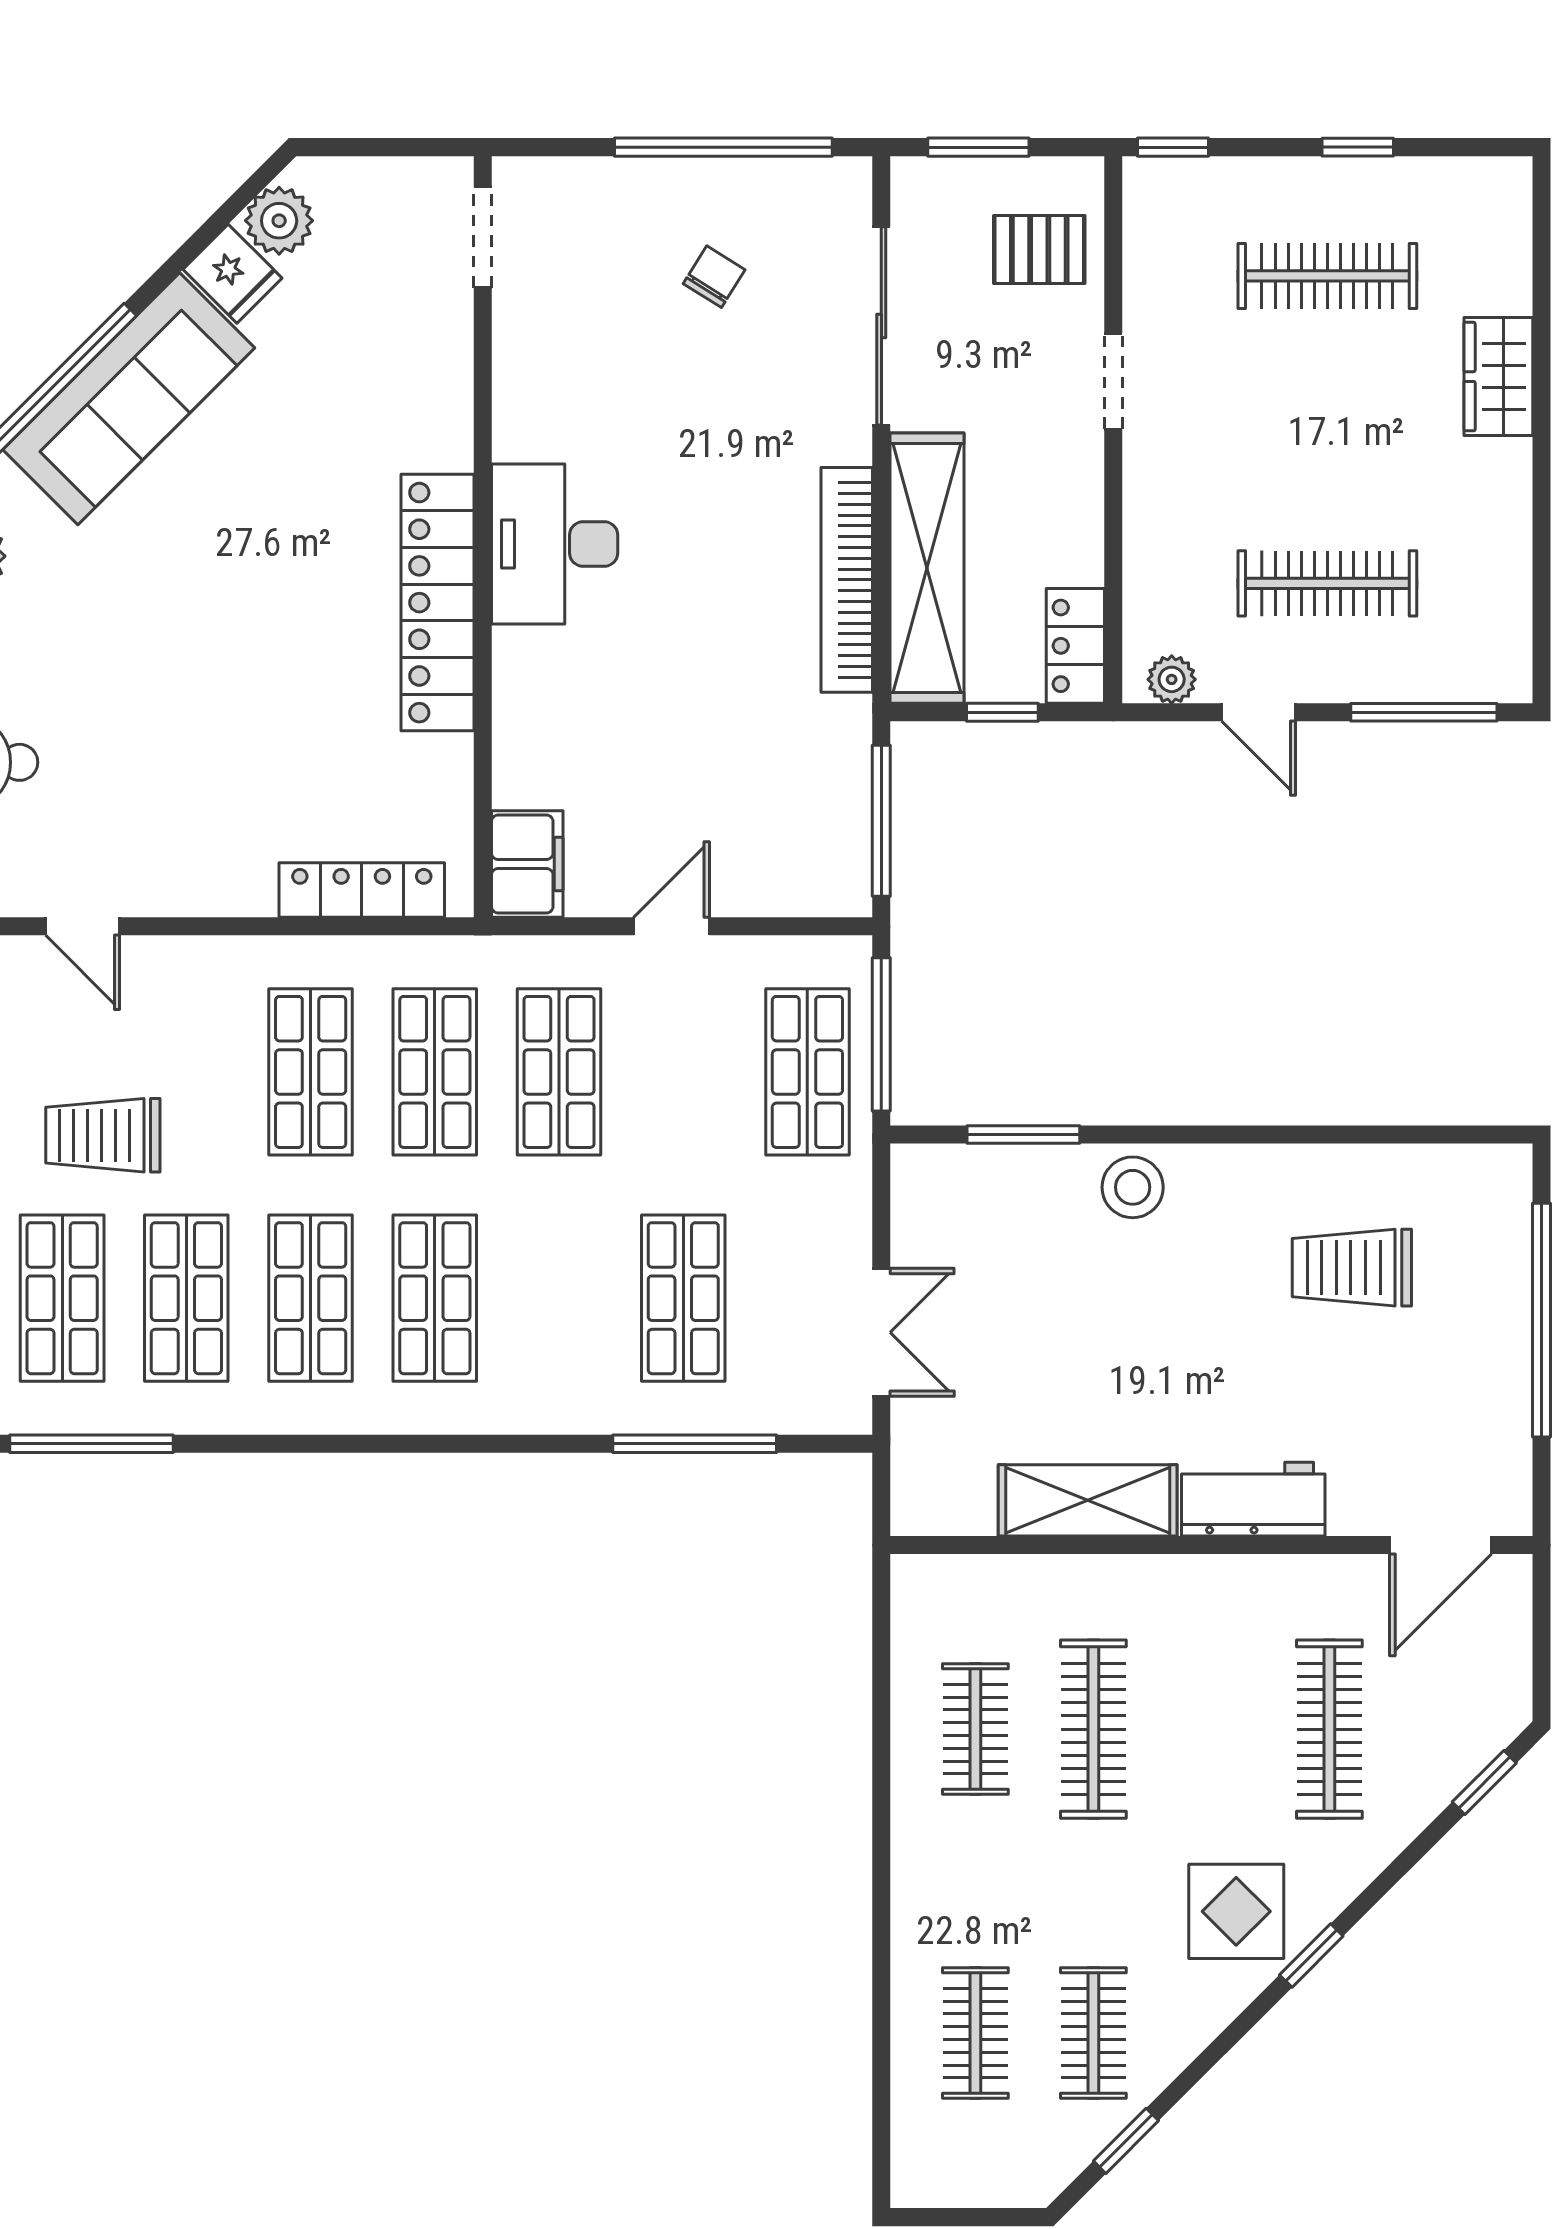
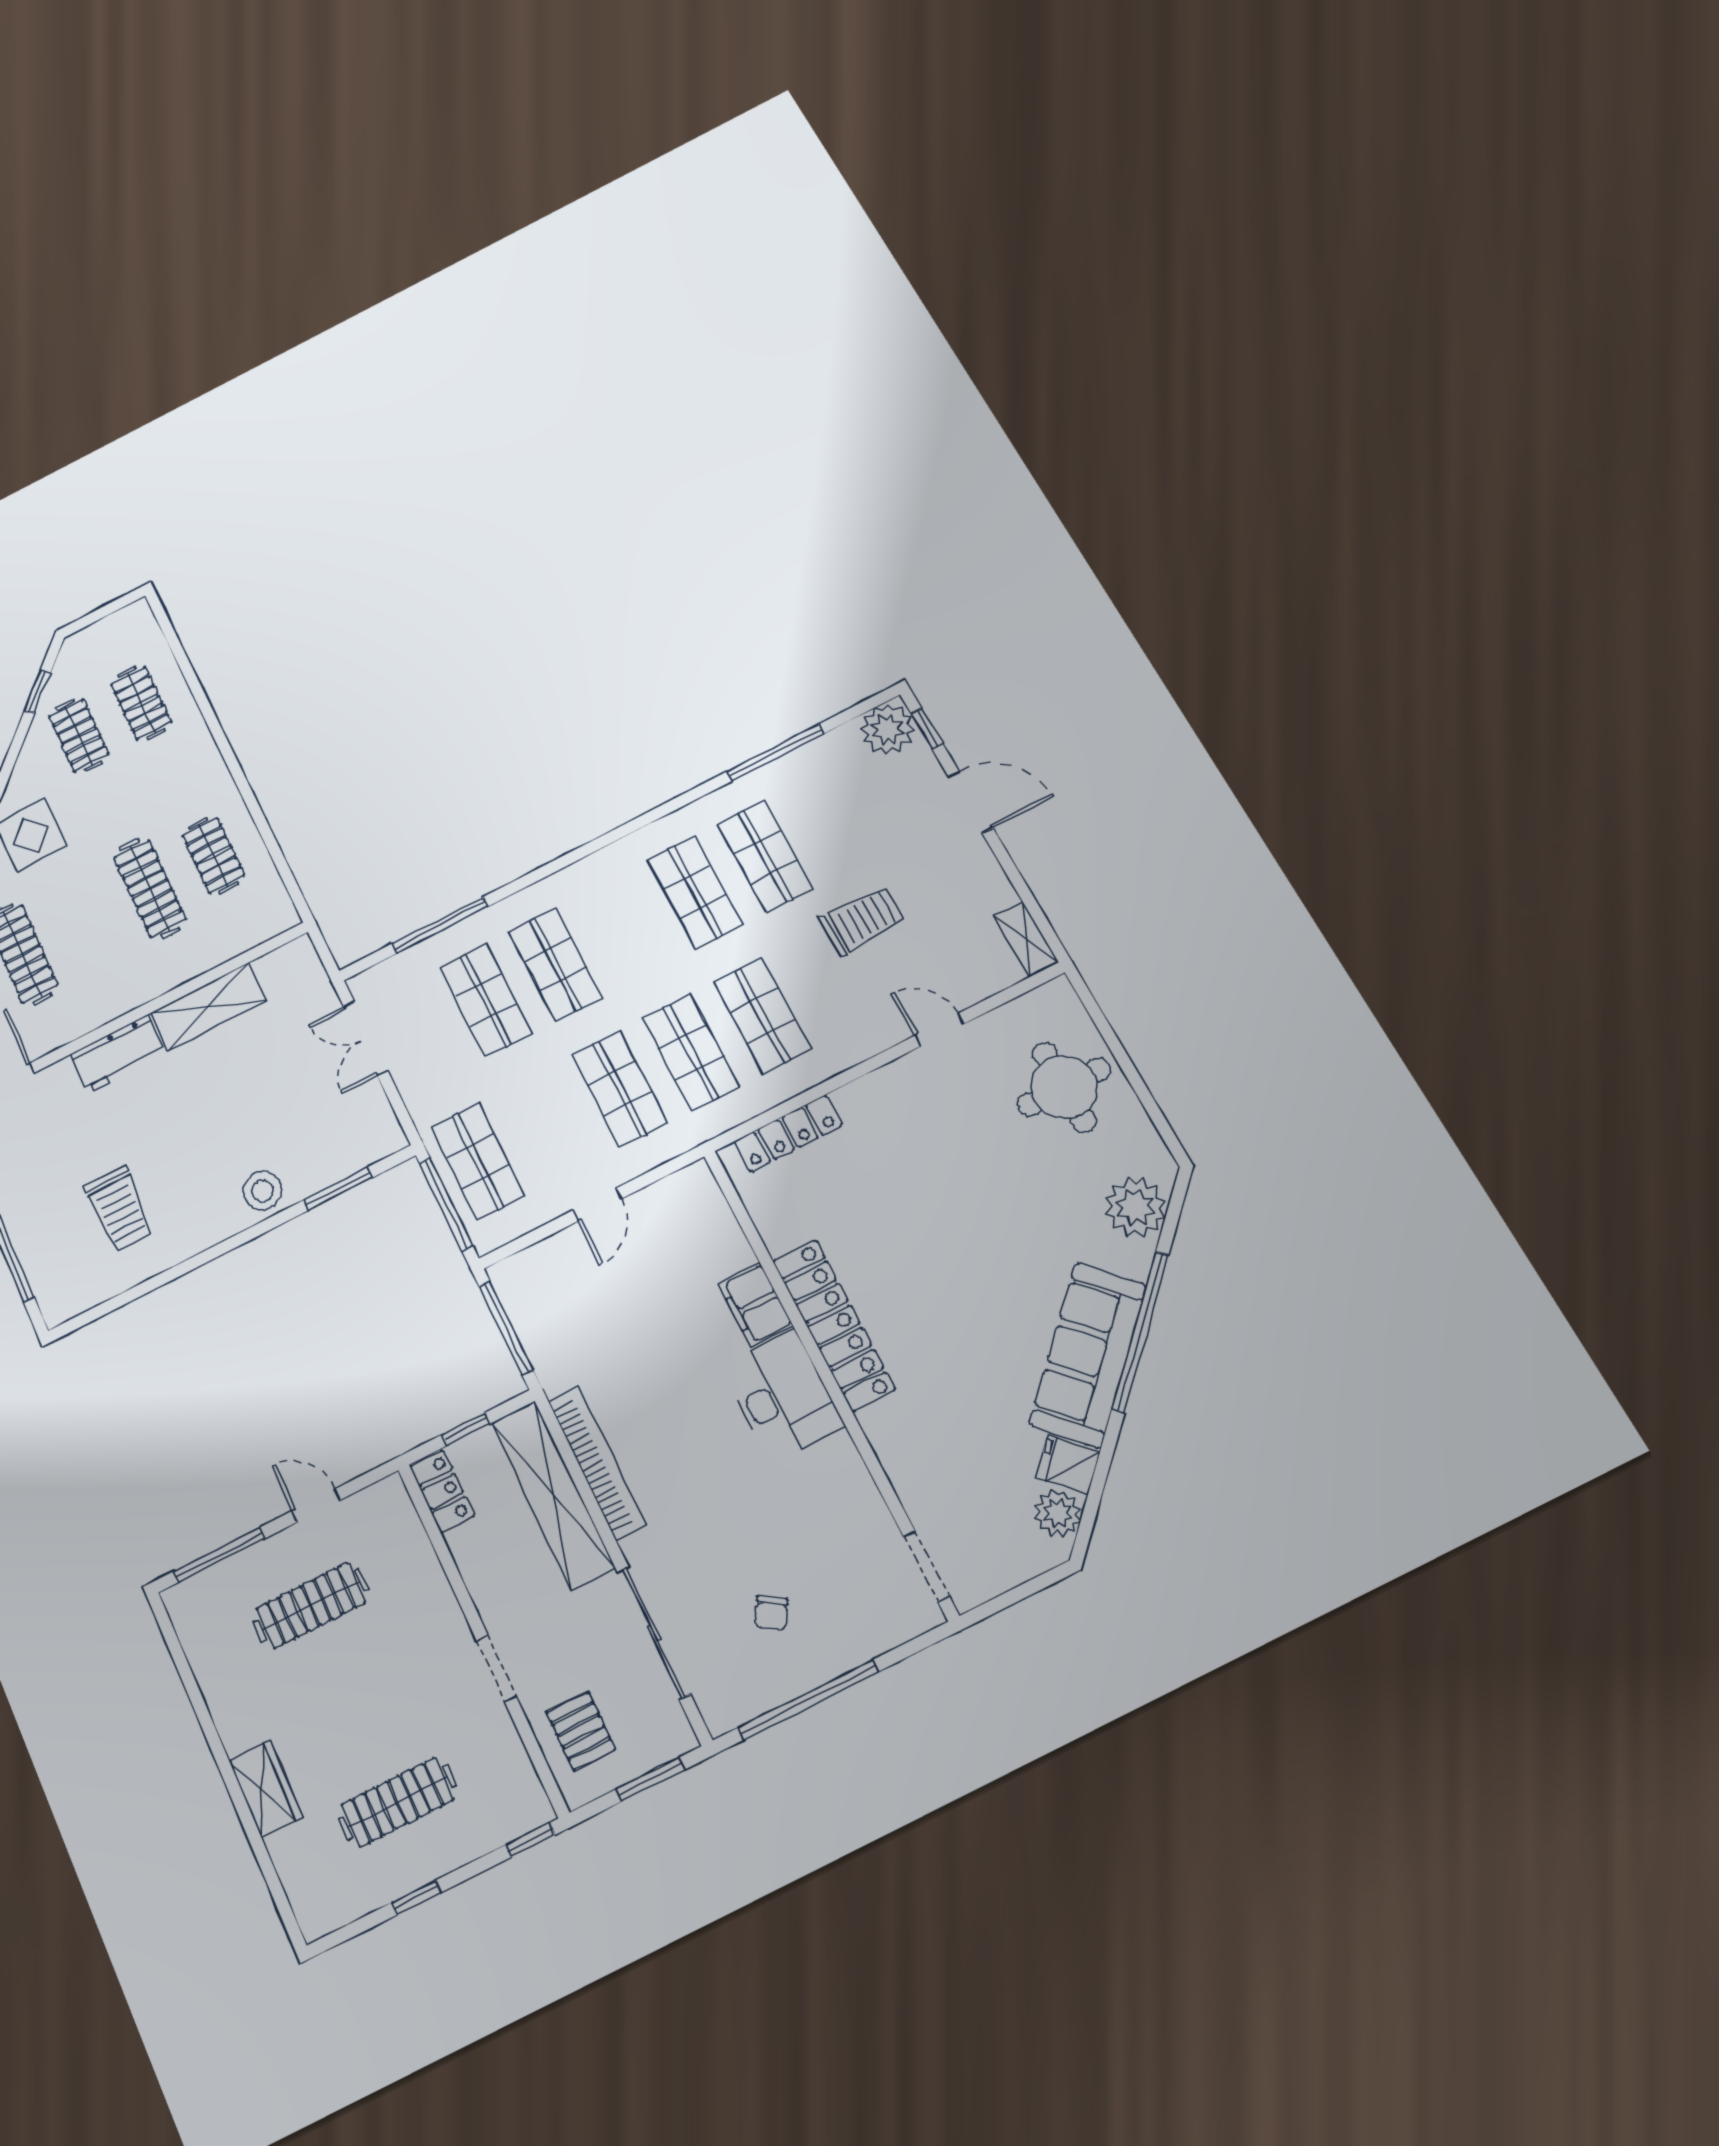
pallet: (1039, 249) -> (581, 1731), turned 90
plant: (1172, 679) -> (376, 1500), removed
filing cabinet: (527, 864) -> (755, 1304), moved
trolley: (1352, 1268) -> (119, 1209), turned 90
shop shelf: (62, 1298) -> (835, 820), removed
shop shelf: (435, 1298) -> (555, 964), moved

